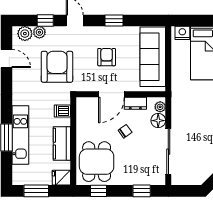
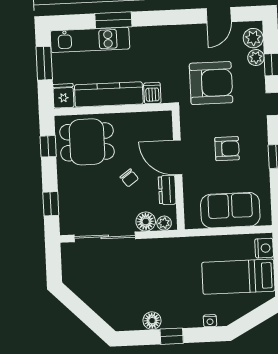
sofa: (153, 57) -> (230, 210), width x0.73
kitchen unit: (20, 135) -> (90, 40), moved
kitchen counter: (62, 144) -> (109, 94), width x1.50

